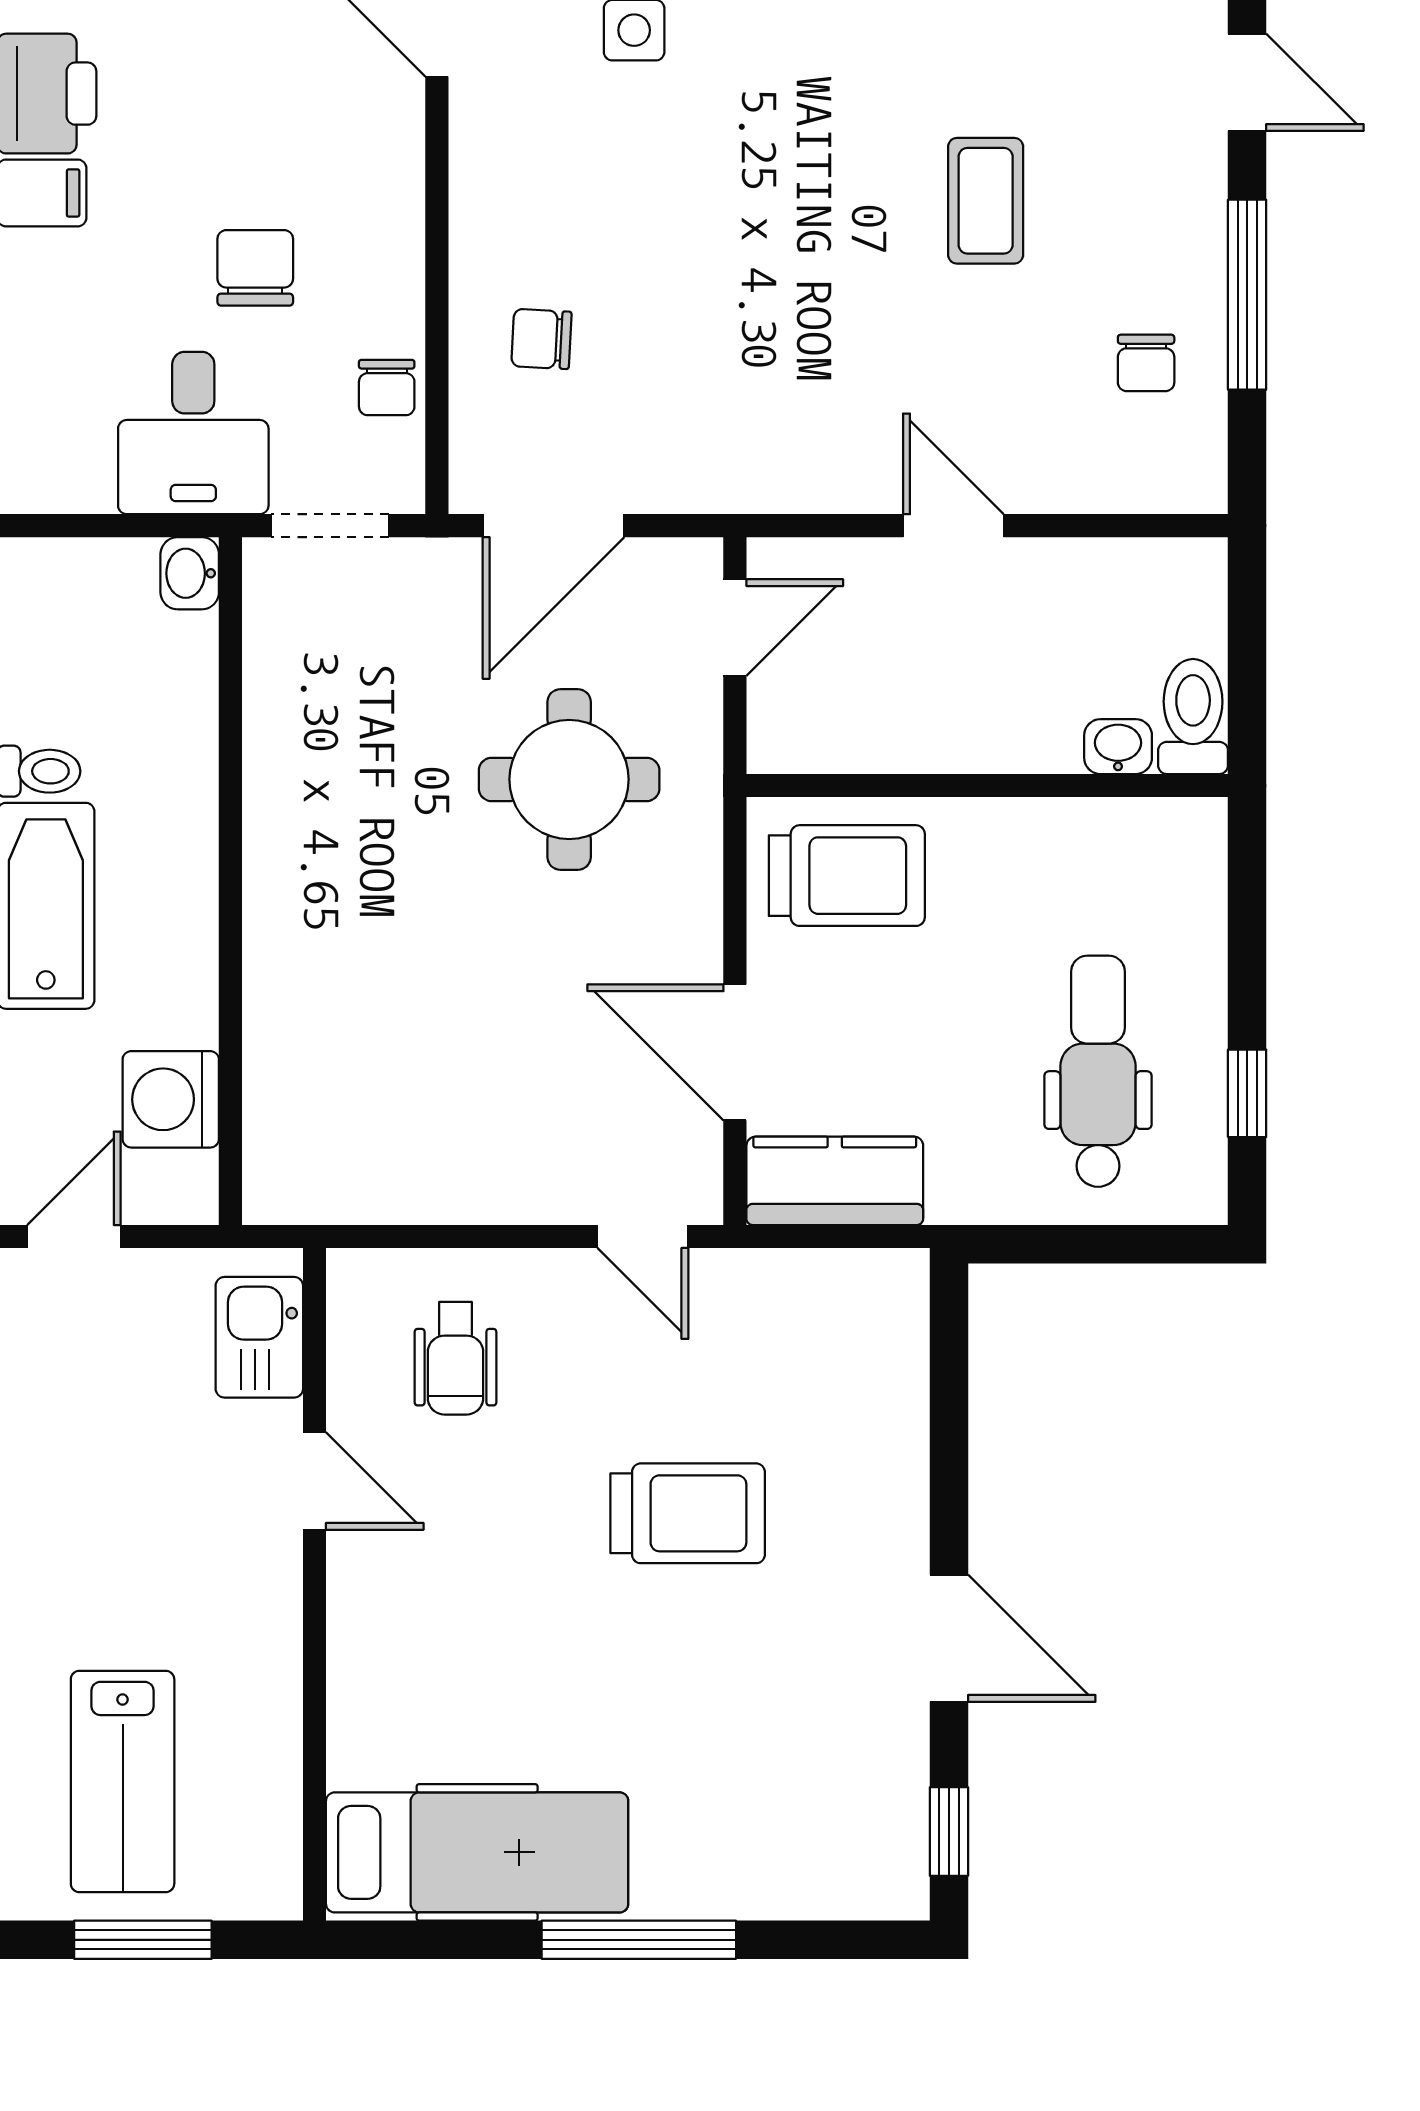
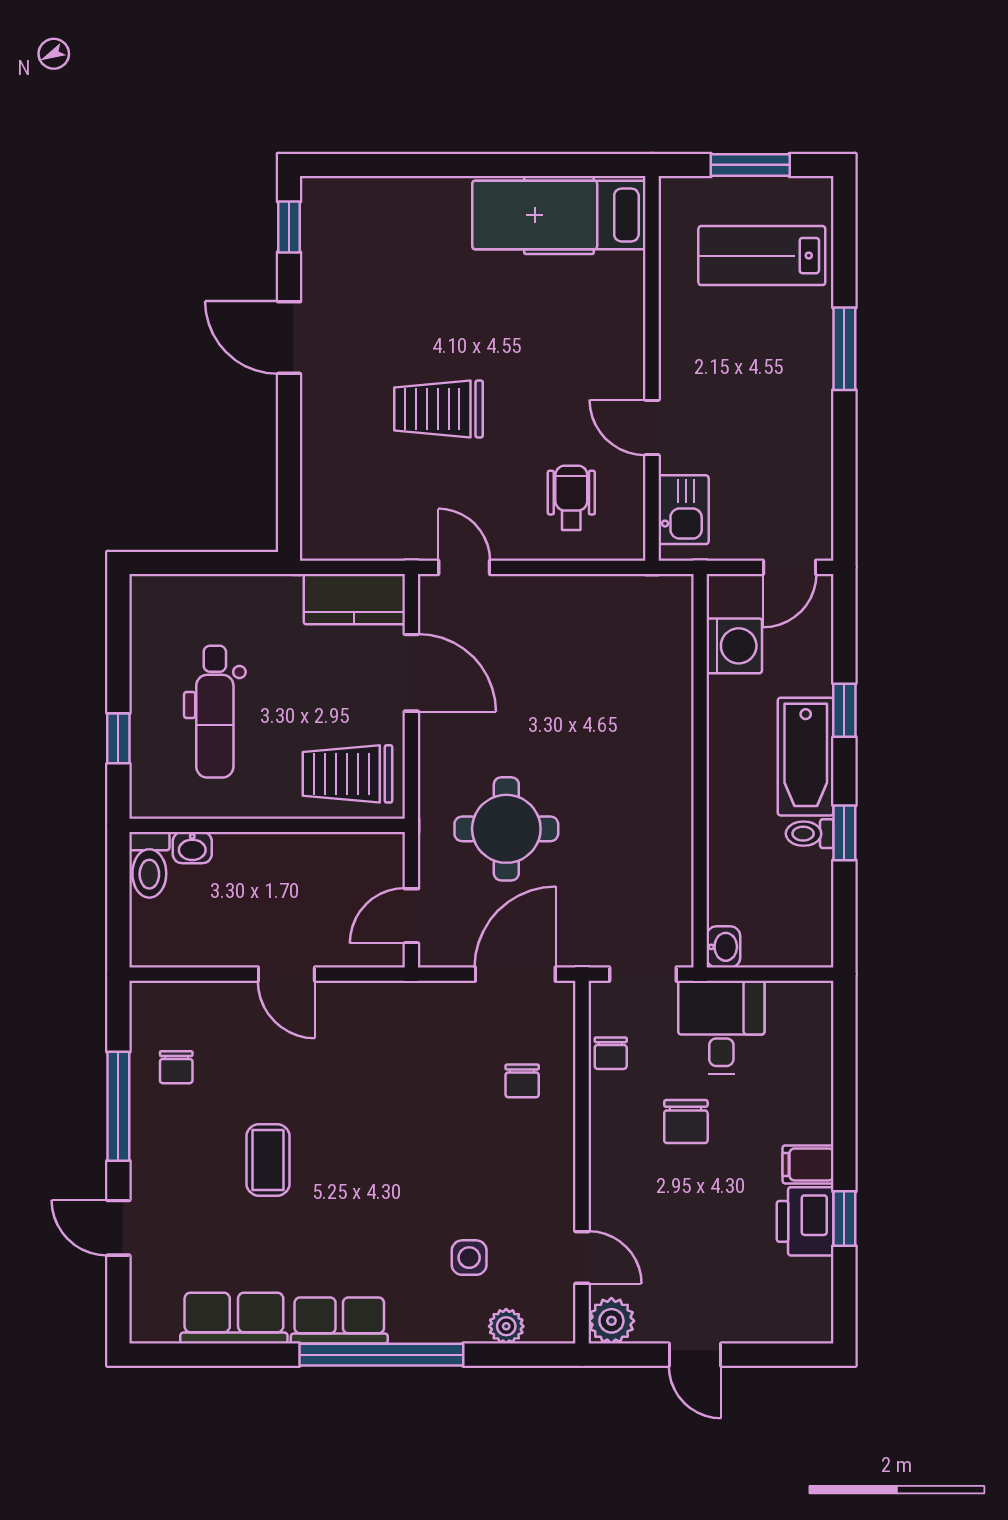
chair: (541, 339) -> (522, 1081), turned 87
chair: (1146, 363) -> (176, 1067), turned 180
chair: (387, 387) -> (611, 1053), turned 180
dental chair: (1098, 1071) -> (215, 712), moved
window: (1247, 1093) -> (118, 738), moved
lab bench: (123, 1781) -> (762, 256), turned -90
window: (639, 1940) -> (466, 165), removed

